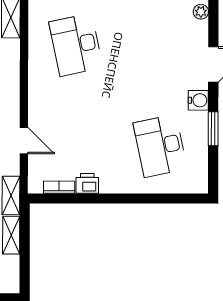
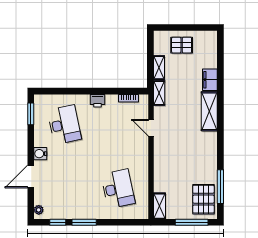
window: (213, 129) -> (31, 114), moved
printer: (87, 183) -> (97, 101), moved

